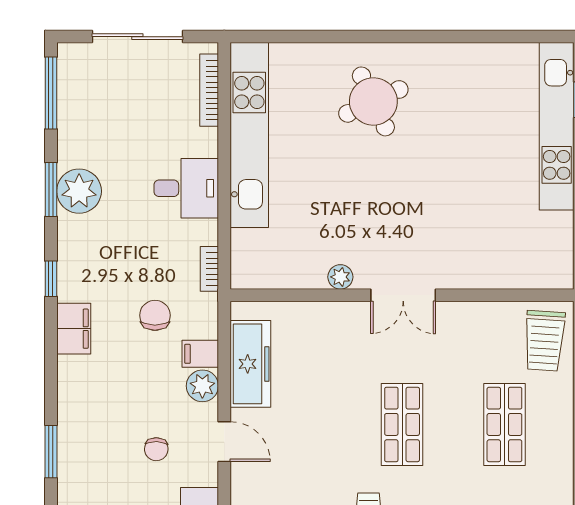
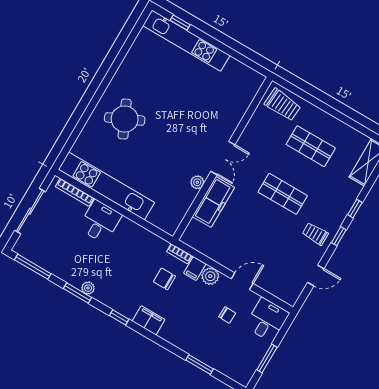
desk: (186, 188) -> (100, 222), moved
plant: (79, 191) -> (88, 288), width x0.53, depth x0.53
bookcase: (209, 269) -> (179, 254), moved
freezer: (250, 364) -> (213, 202), moved, turned 90

